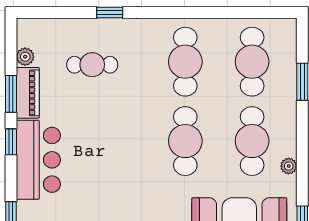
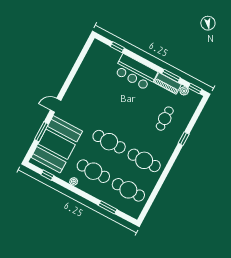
window: (11, 142) -> (195, 88), moved

